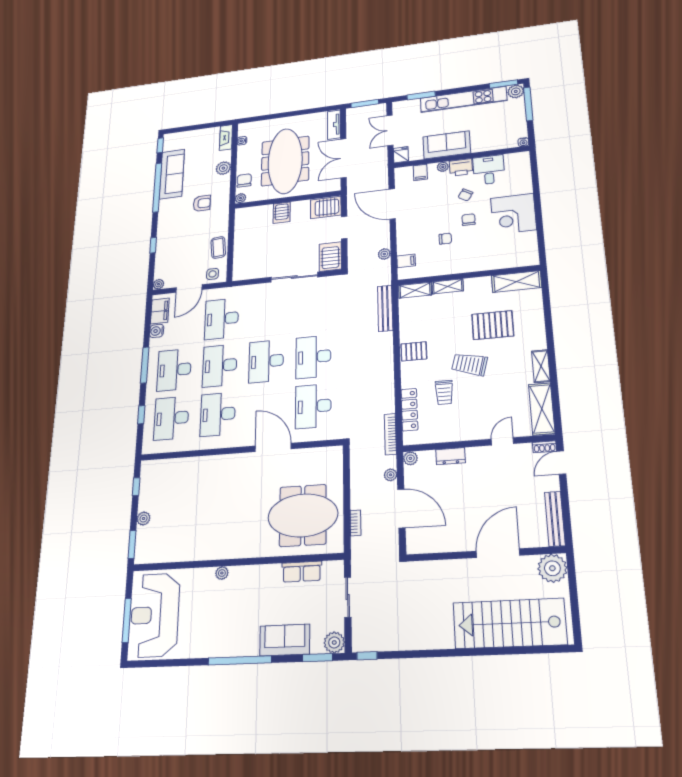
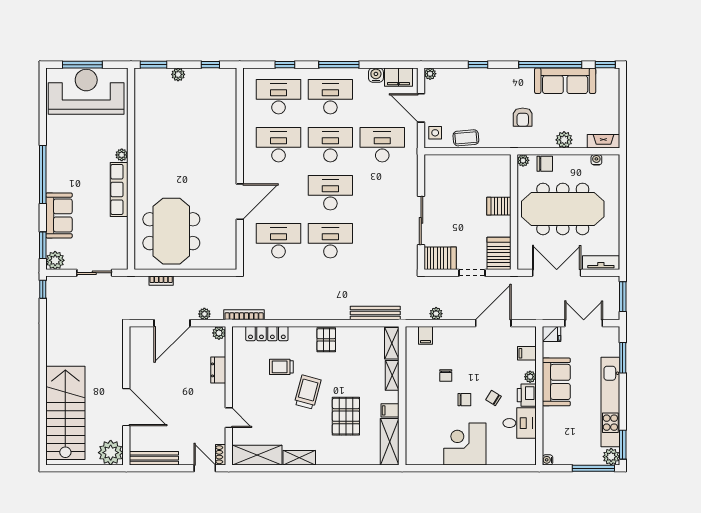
filing cabinet: (484, 285) -> (390, 410), added
row of seats: (302, 572) -> (119, 189), moved, width x1.48

